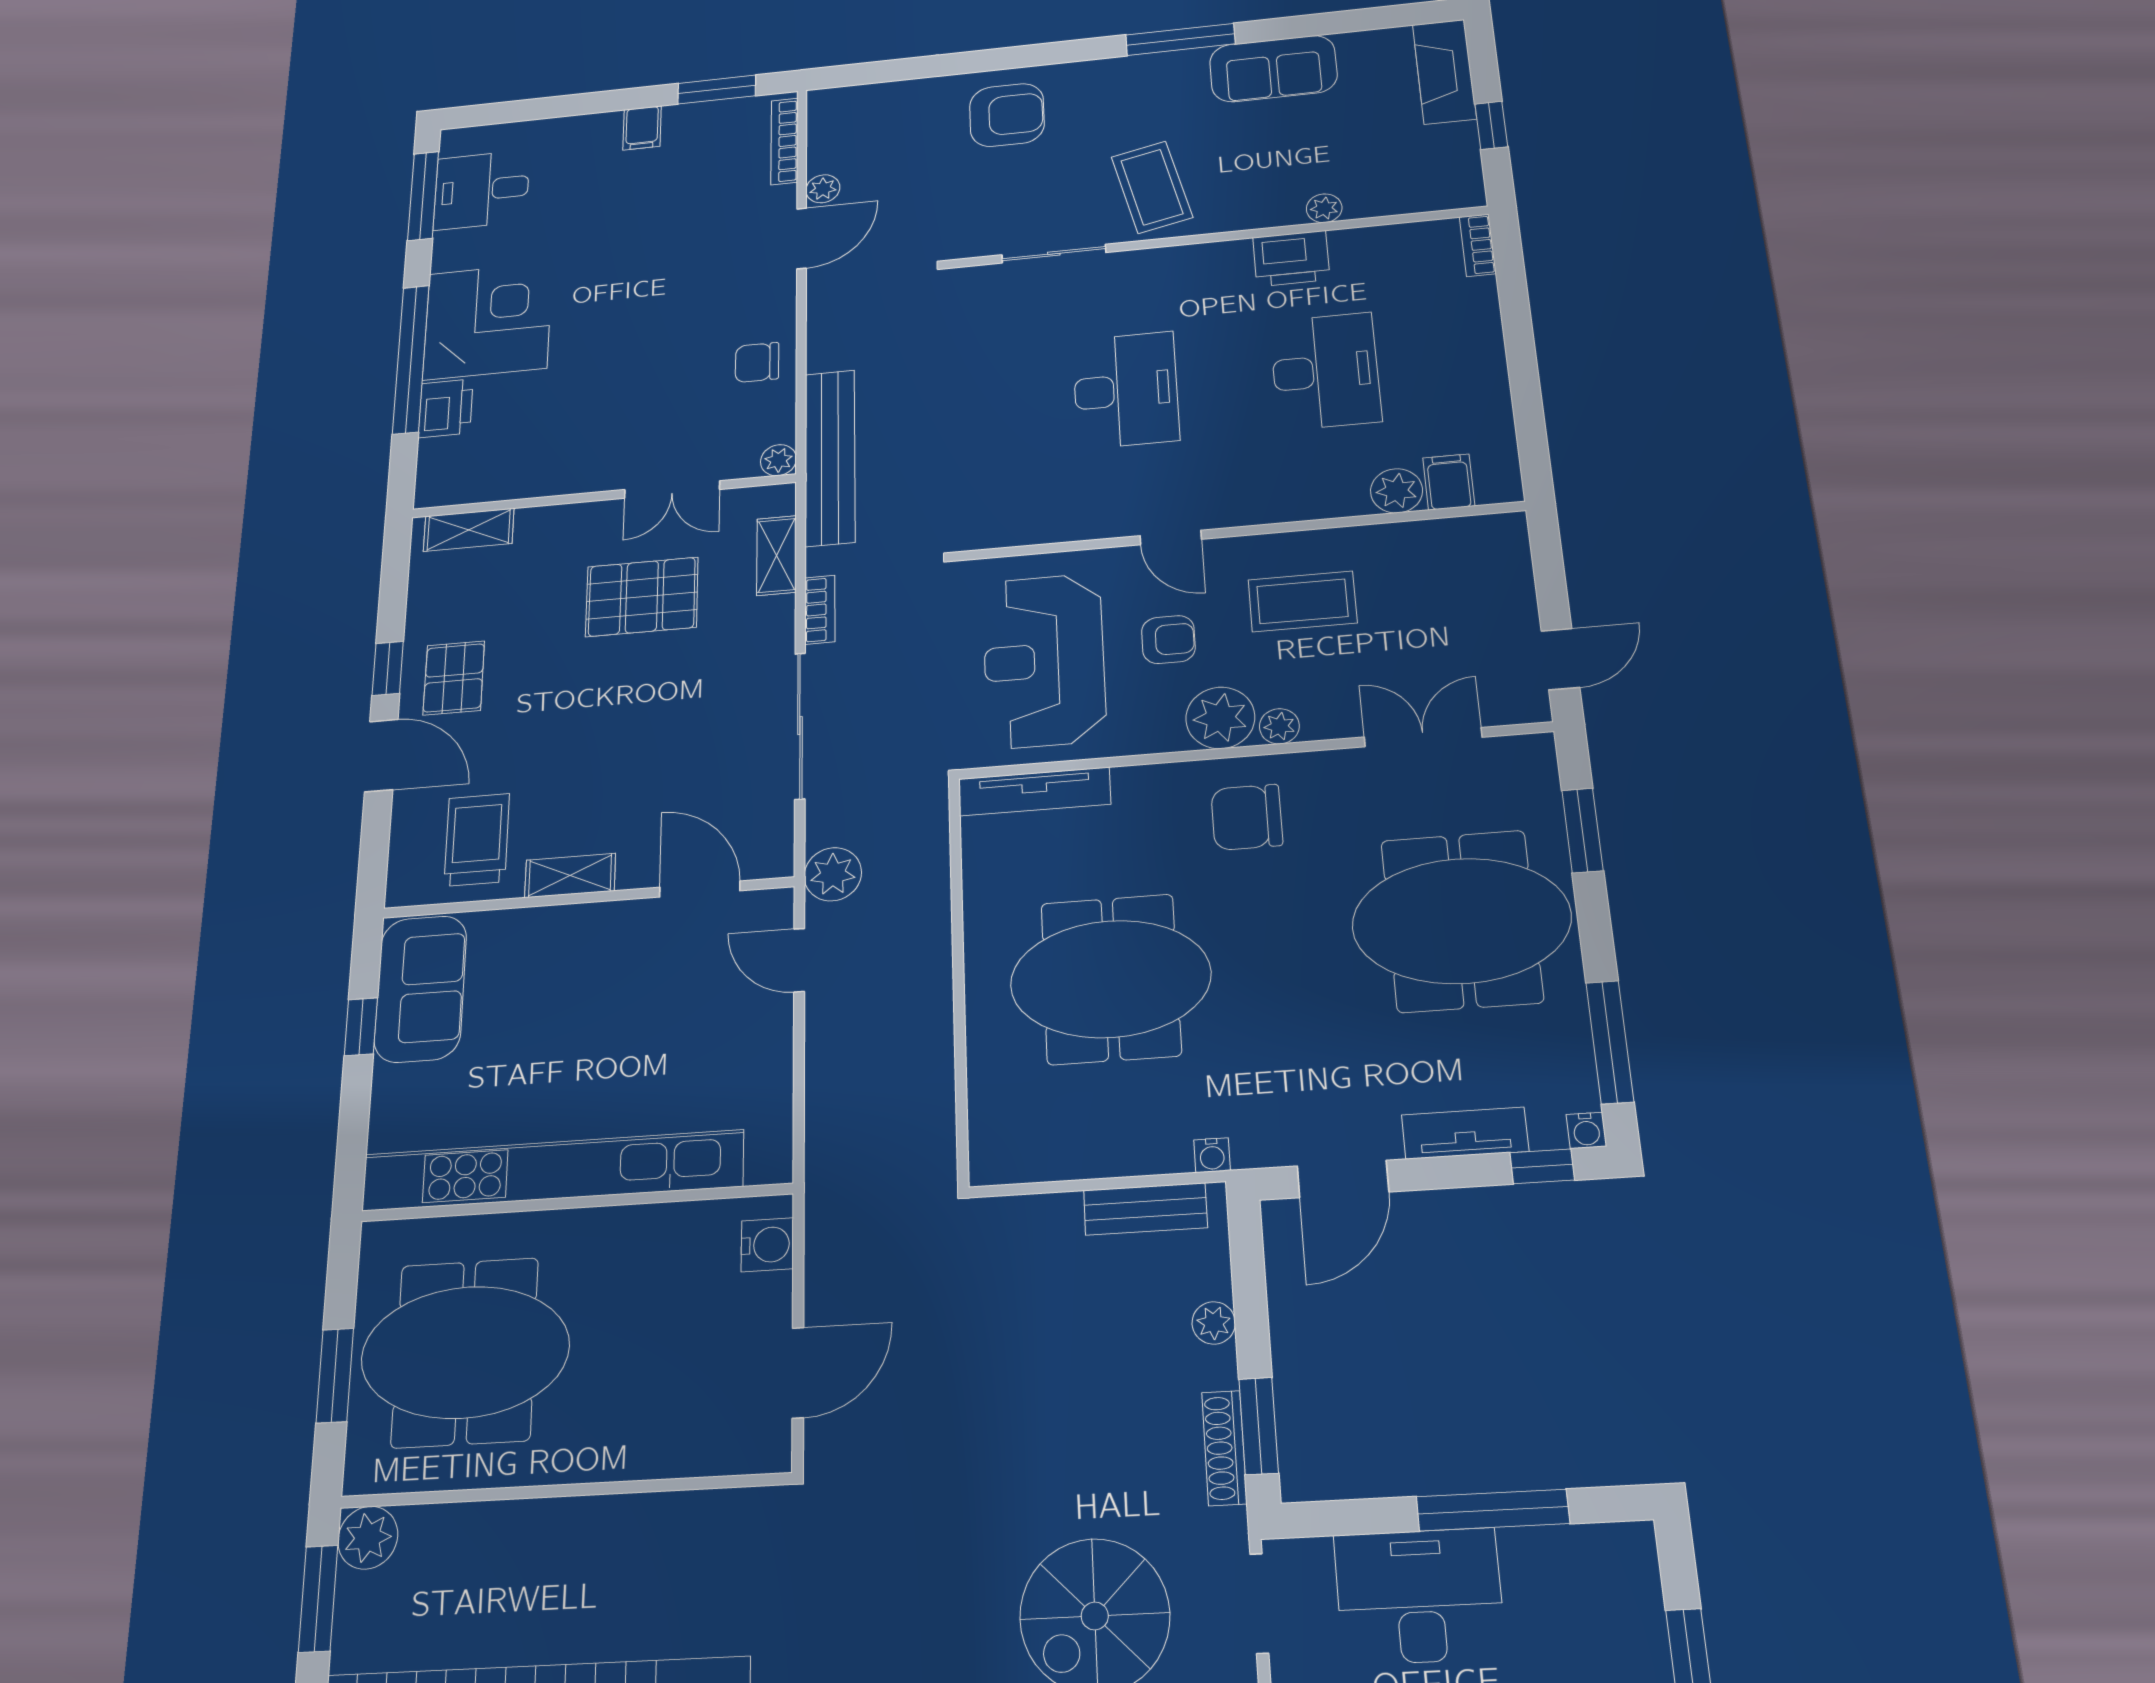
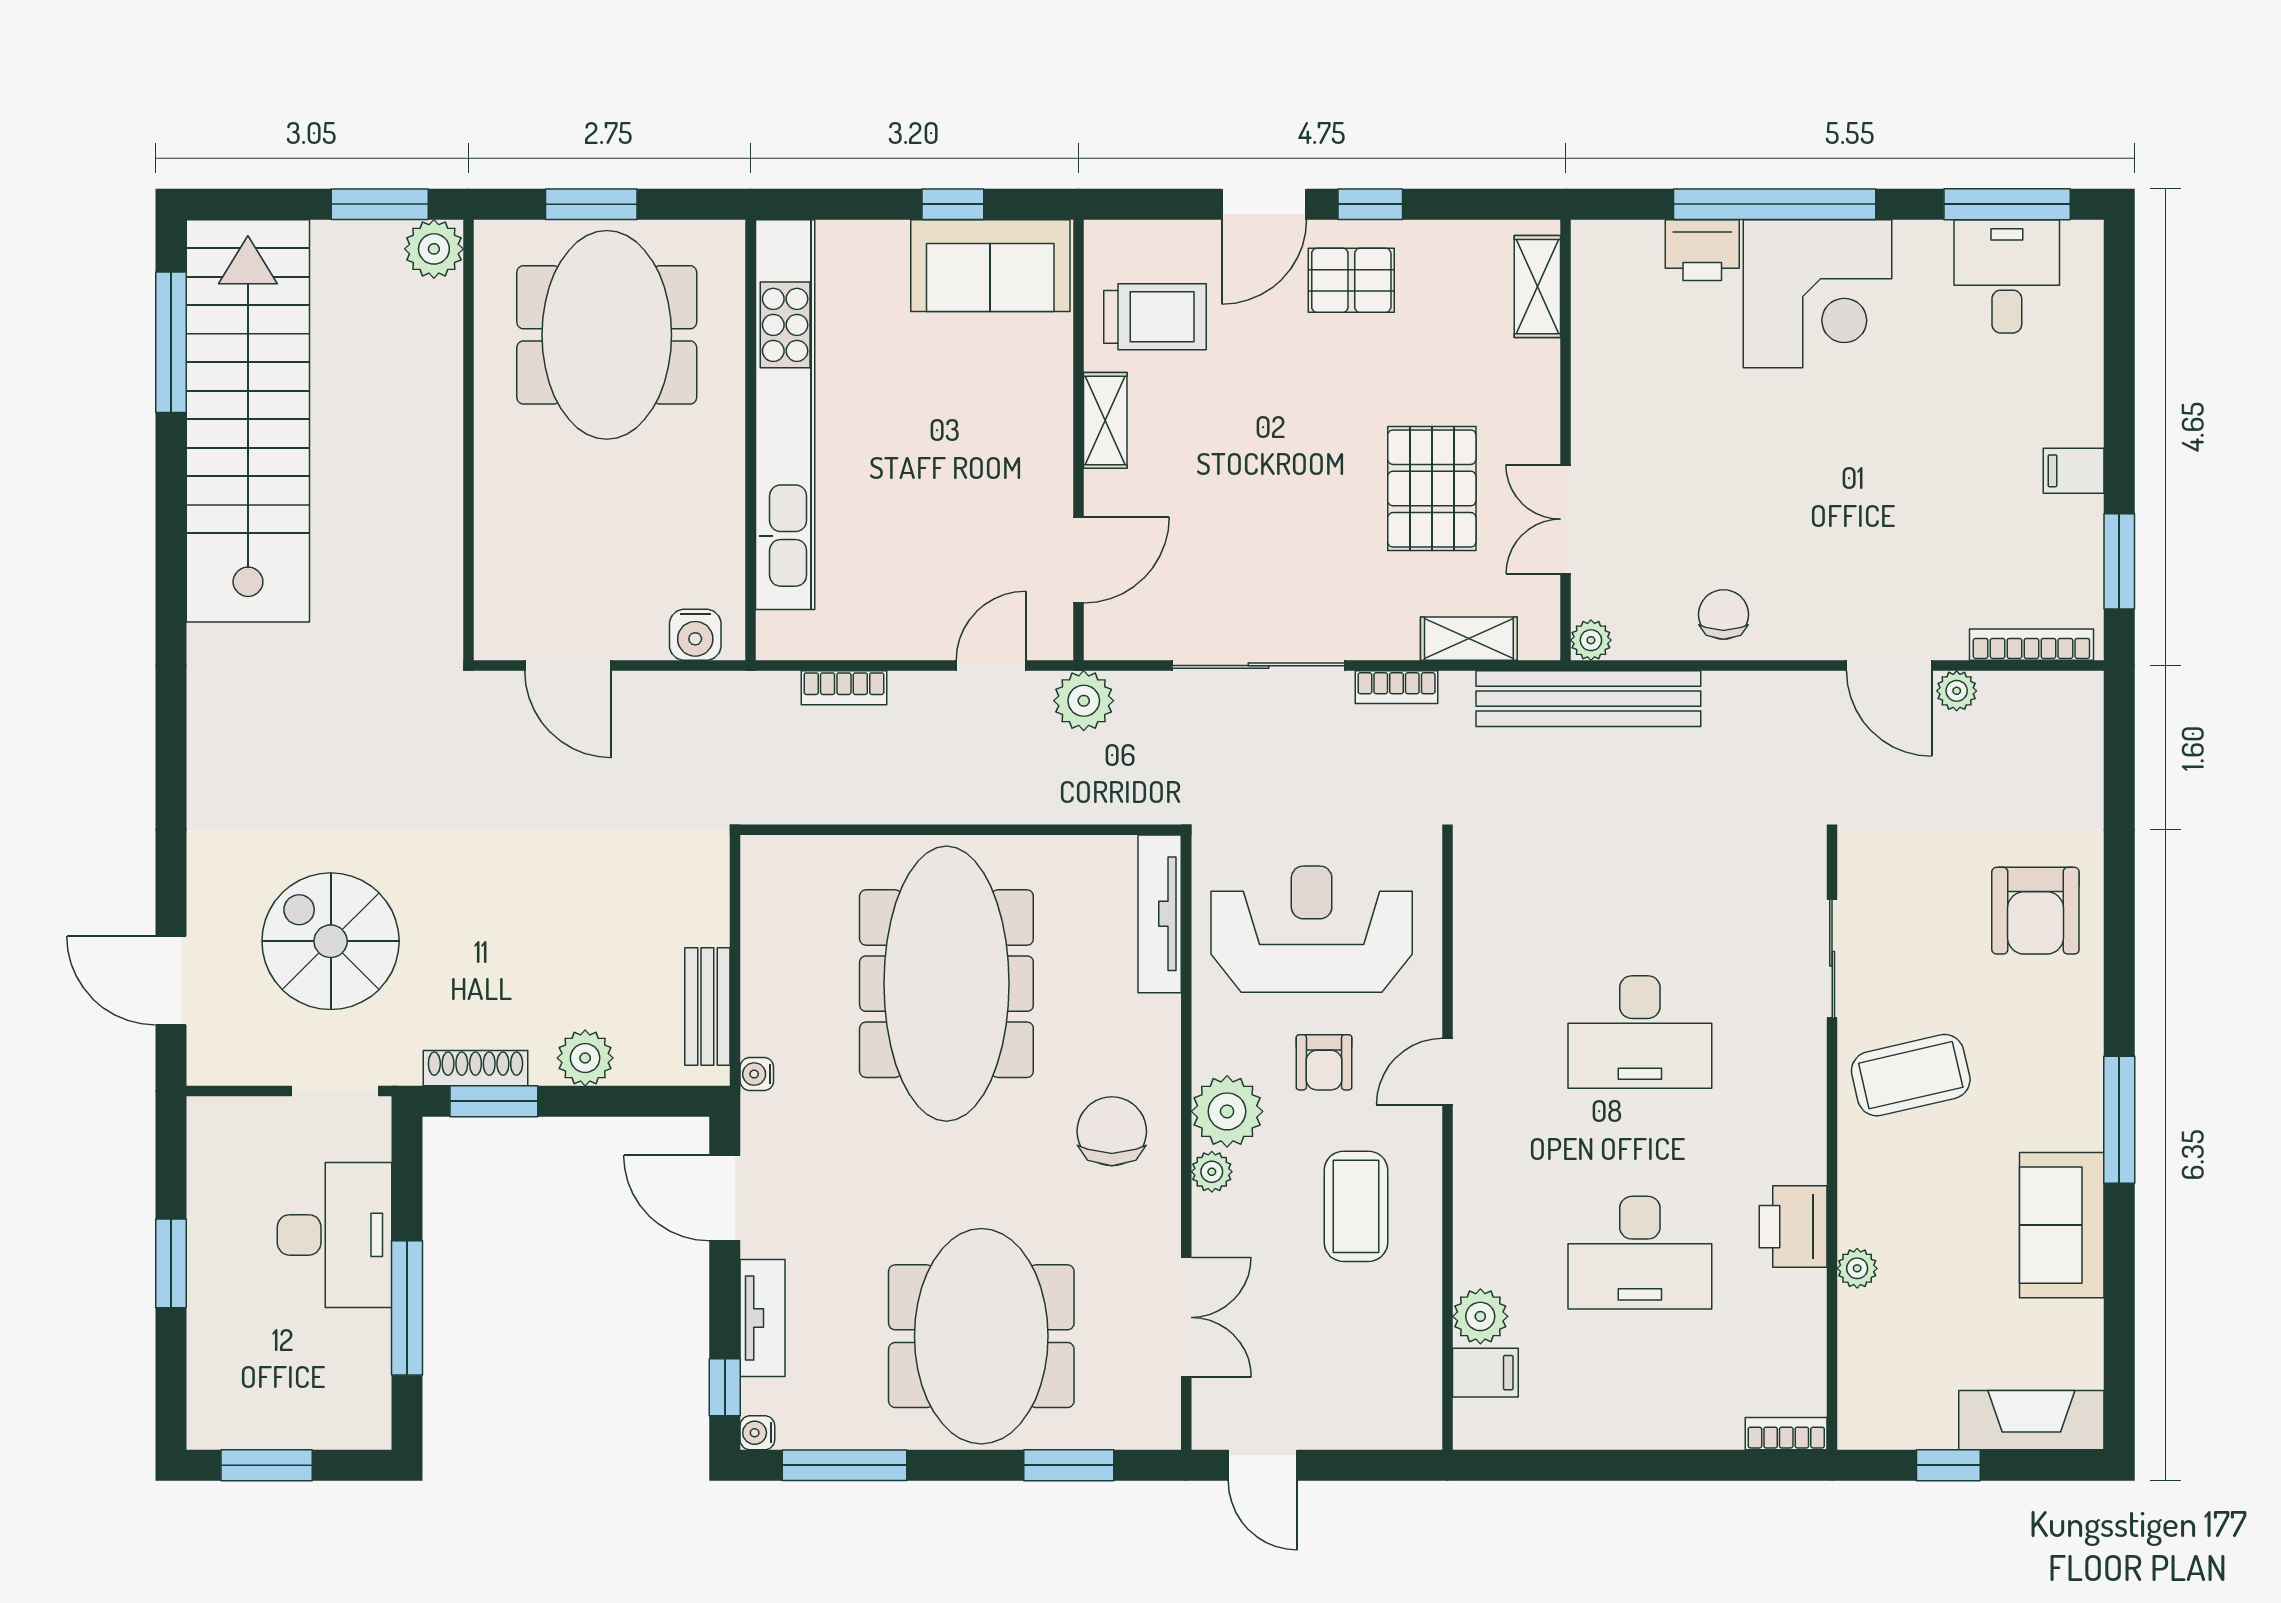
meeting table: (1111, 979) -> (946, 984), width x1.36
bookcase: (821, 1096) -> (844, 688), added
plant: (1214, 1323) -> (585, 1058), width x1.38, depth x1.38

